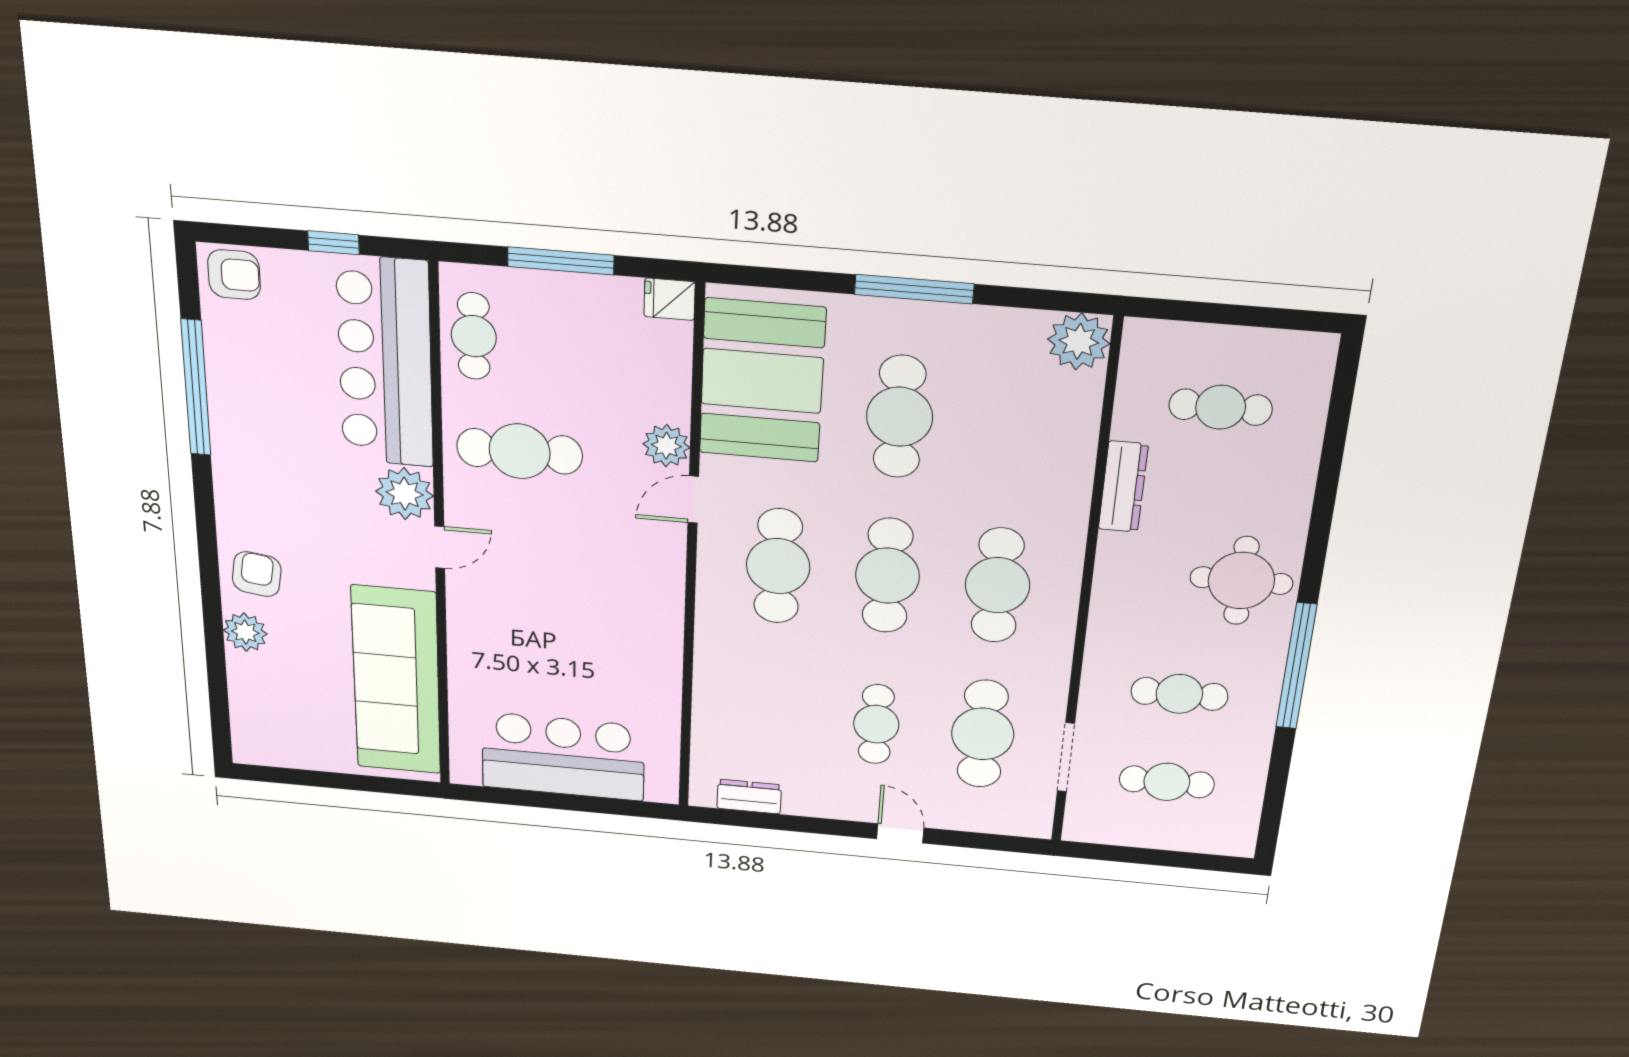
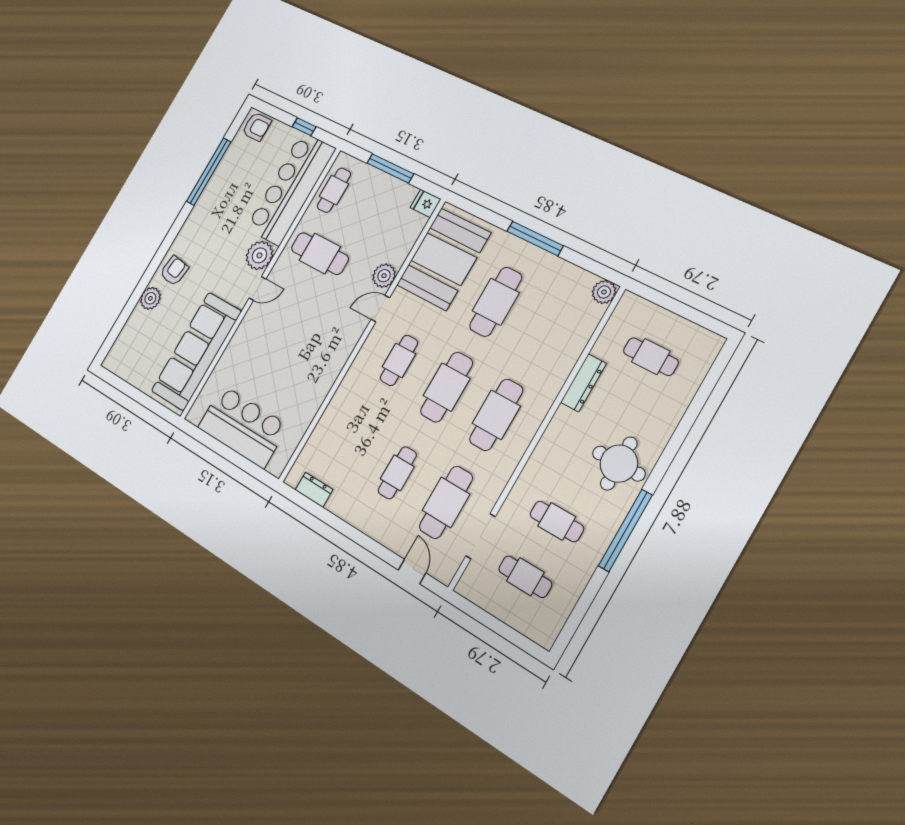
plant: (1079, 341) -> (604, 292), width x0.73, depth x0.73
cafe table: (778, 566) -> (399, 360), width x0.73, depth x0.74
door: (900, 833) -> (412, 572), moved

